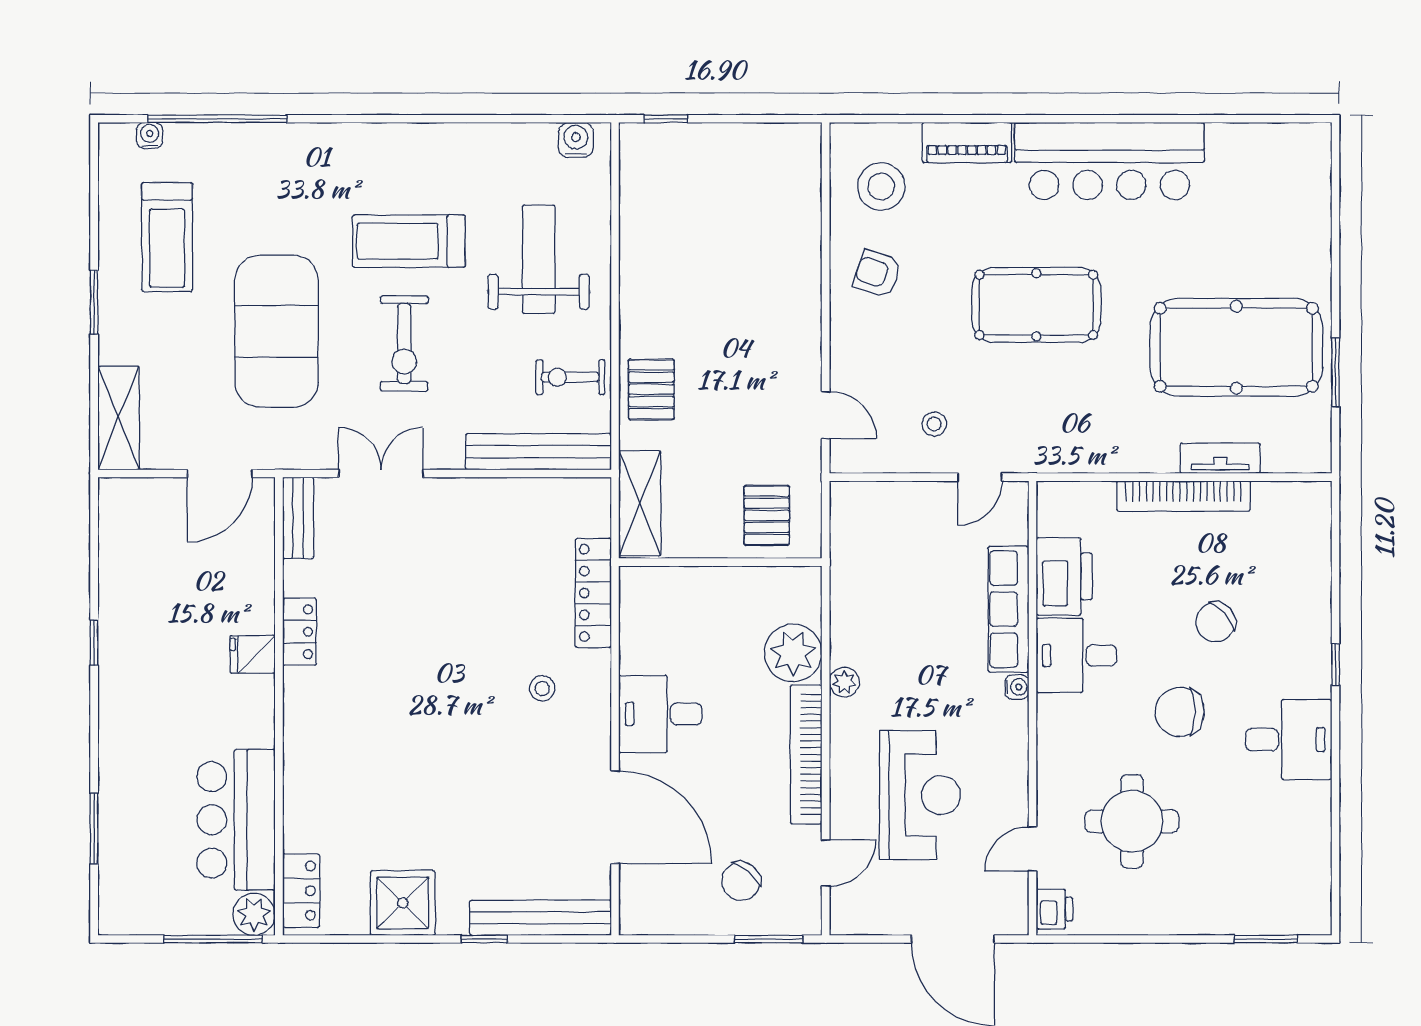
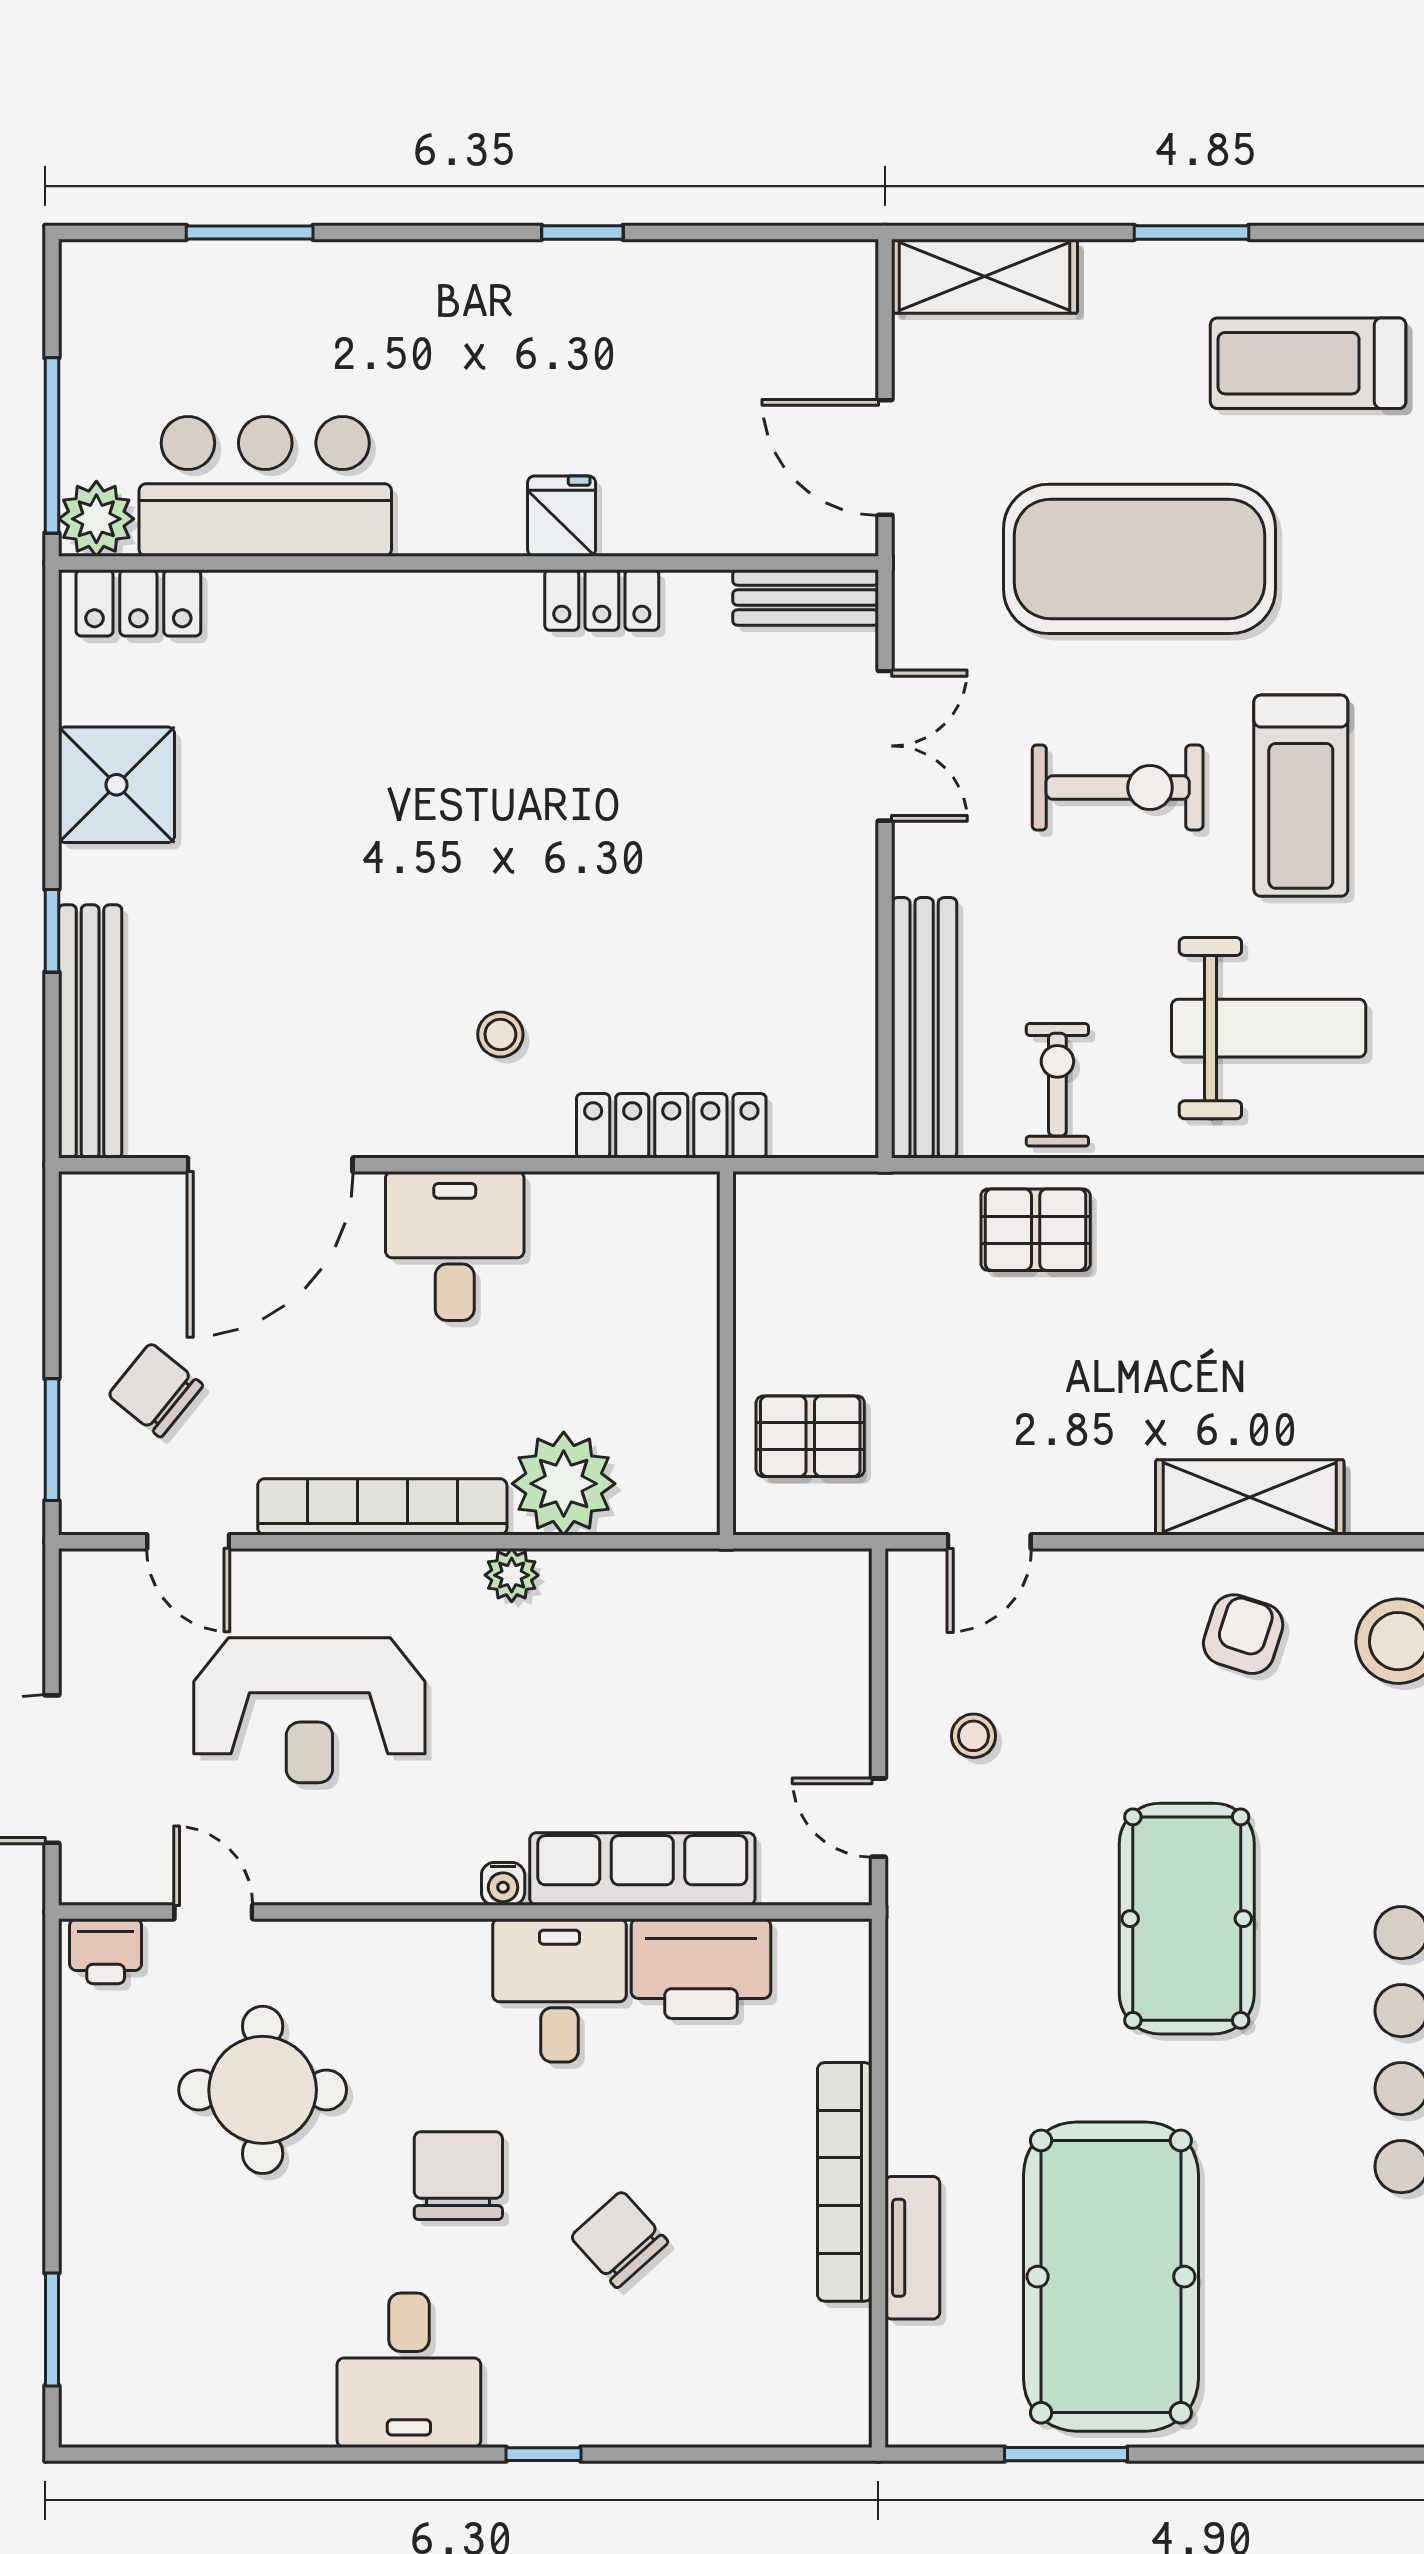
treadmill: (409, 241) -> (1301, 796), turned 180
exercise bike: (404, 343) -> (1118, 787), turned 180
shelving: (640, 503) -> (1250, 1497), moved

